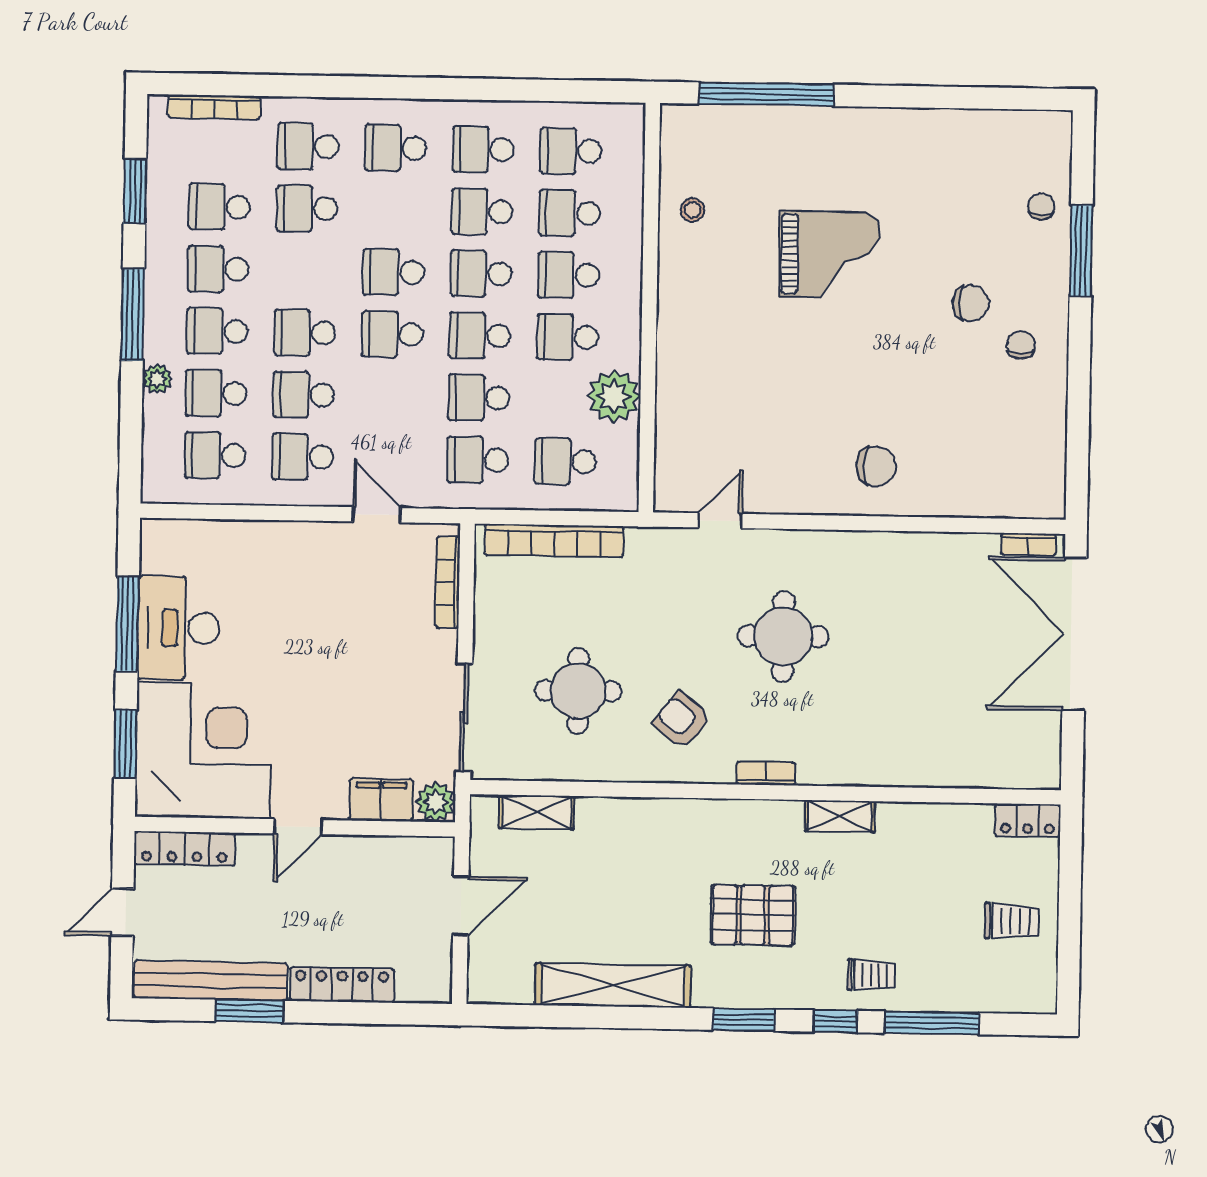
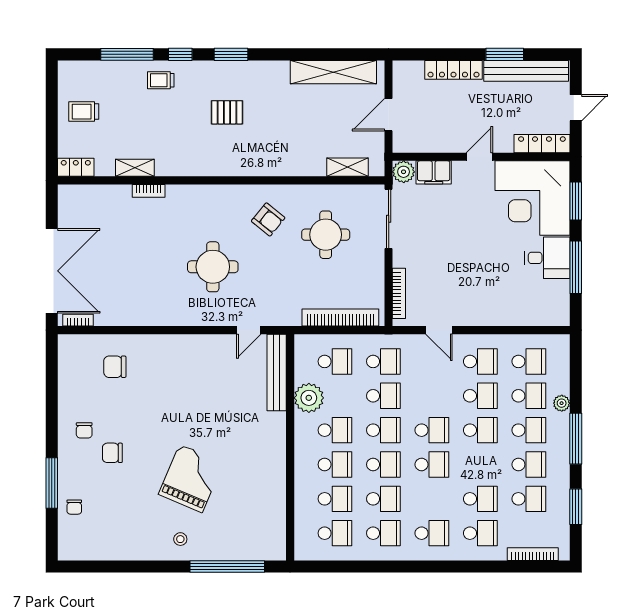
stool: (692, 210) -> (180, 539), moved
grand piano: (829, 255) -> (191, 478), turned 113
bench: (671, 443) -> (277, 372), added
chair: (876, 466) -> (115, 367), moved
desk: (179, 628) -> (547, 258), width x0.73
bookcase: (766, 773) -> (149, 191), moved
shelving: (840, 816) -> (135, 168), moved
pallet: (753, 915) -> (227, 112), width x0.67, depth x0.71
shelving: (613, 985) -> (333, 72), moved

